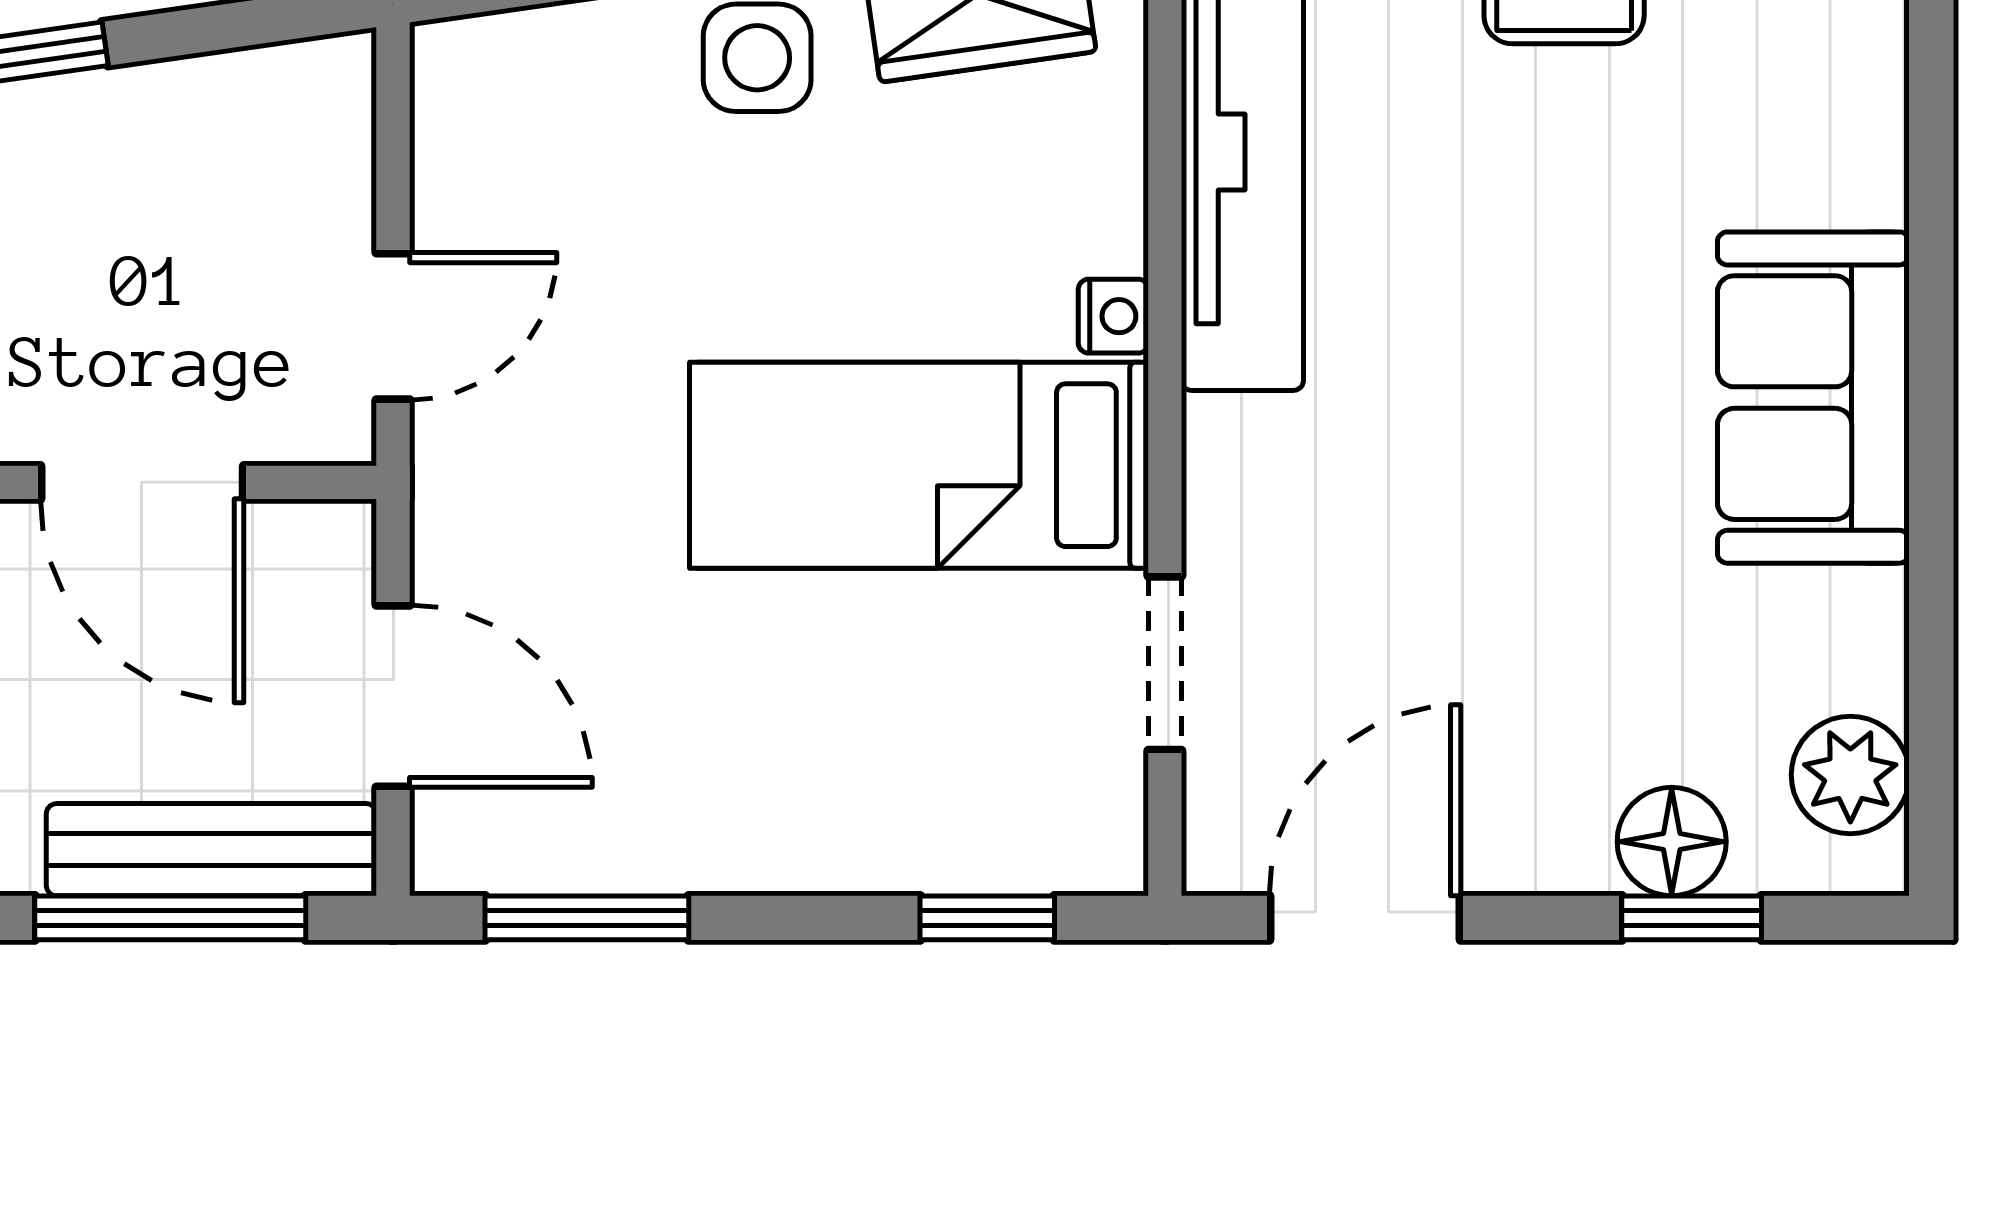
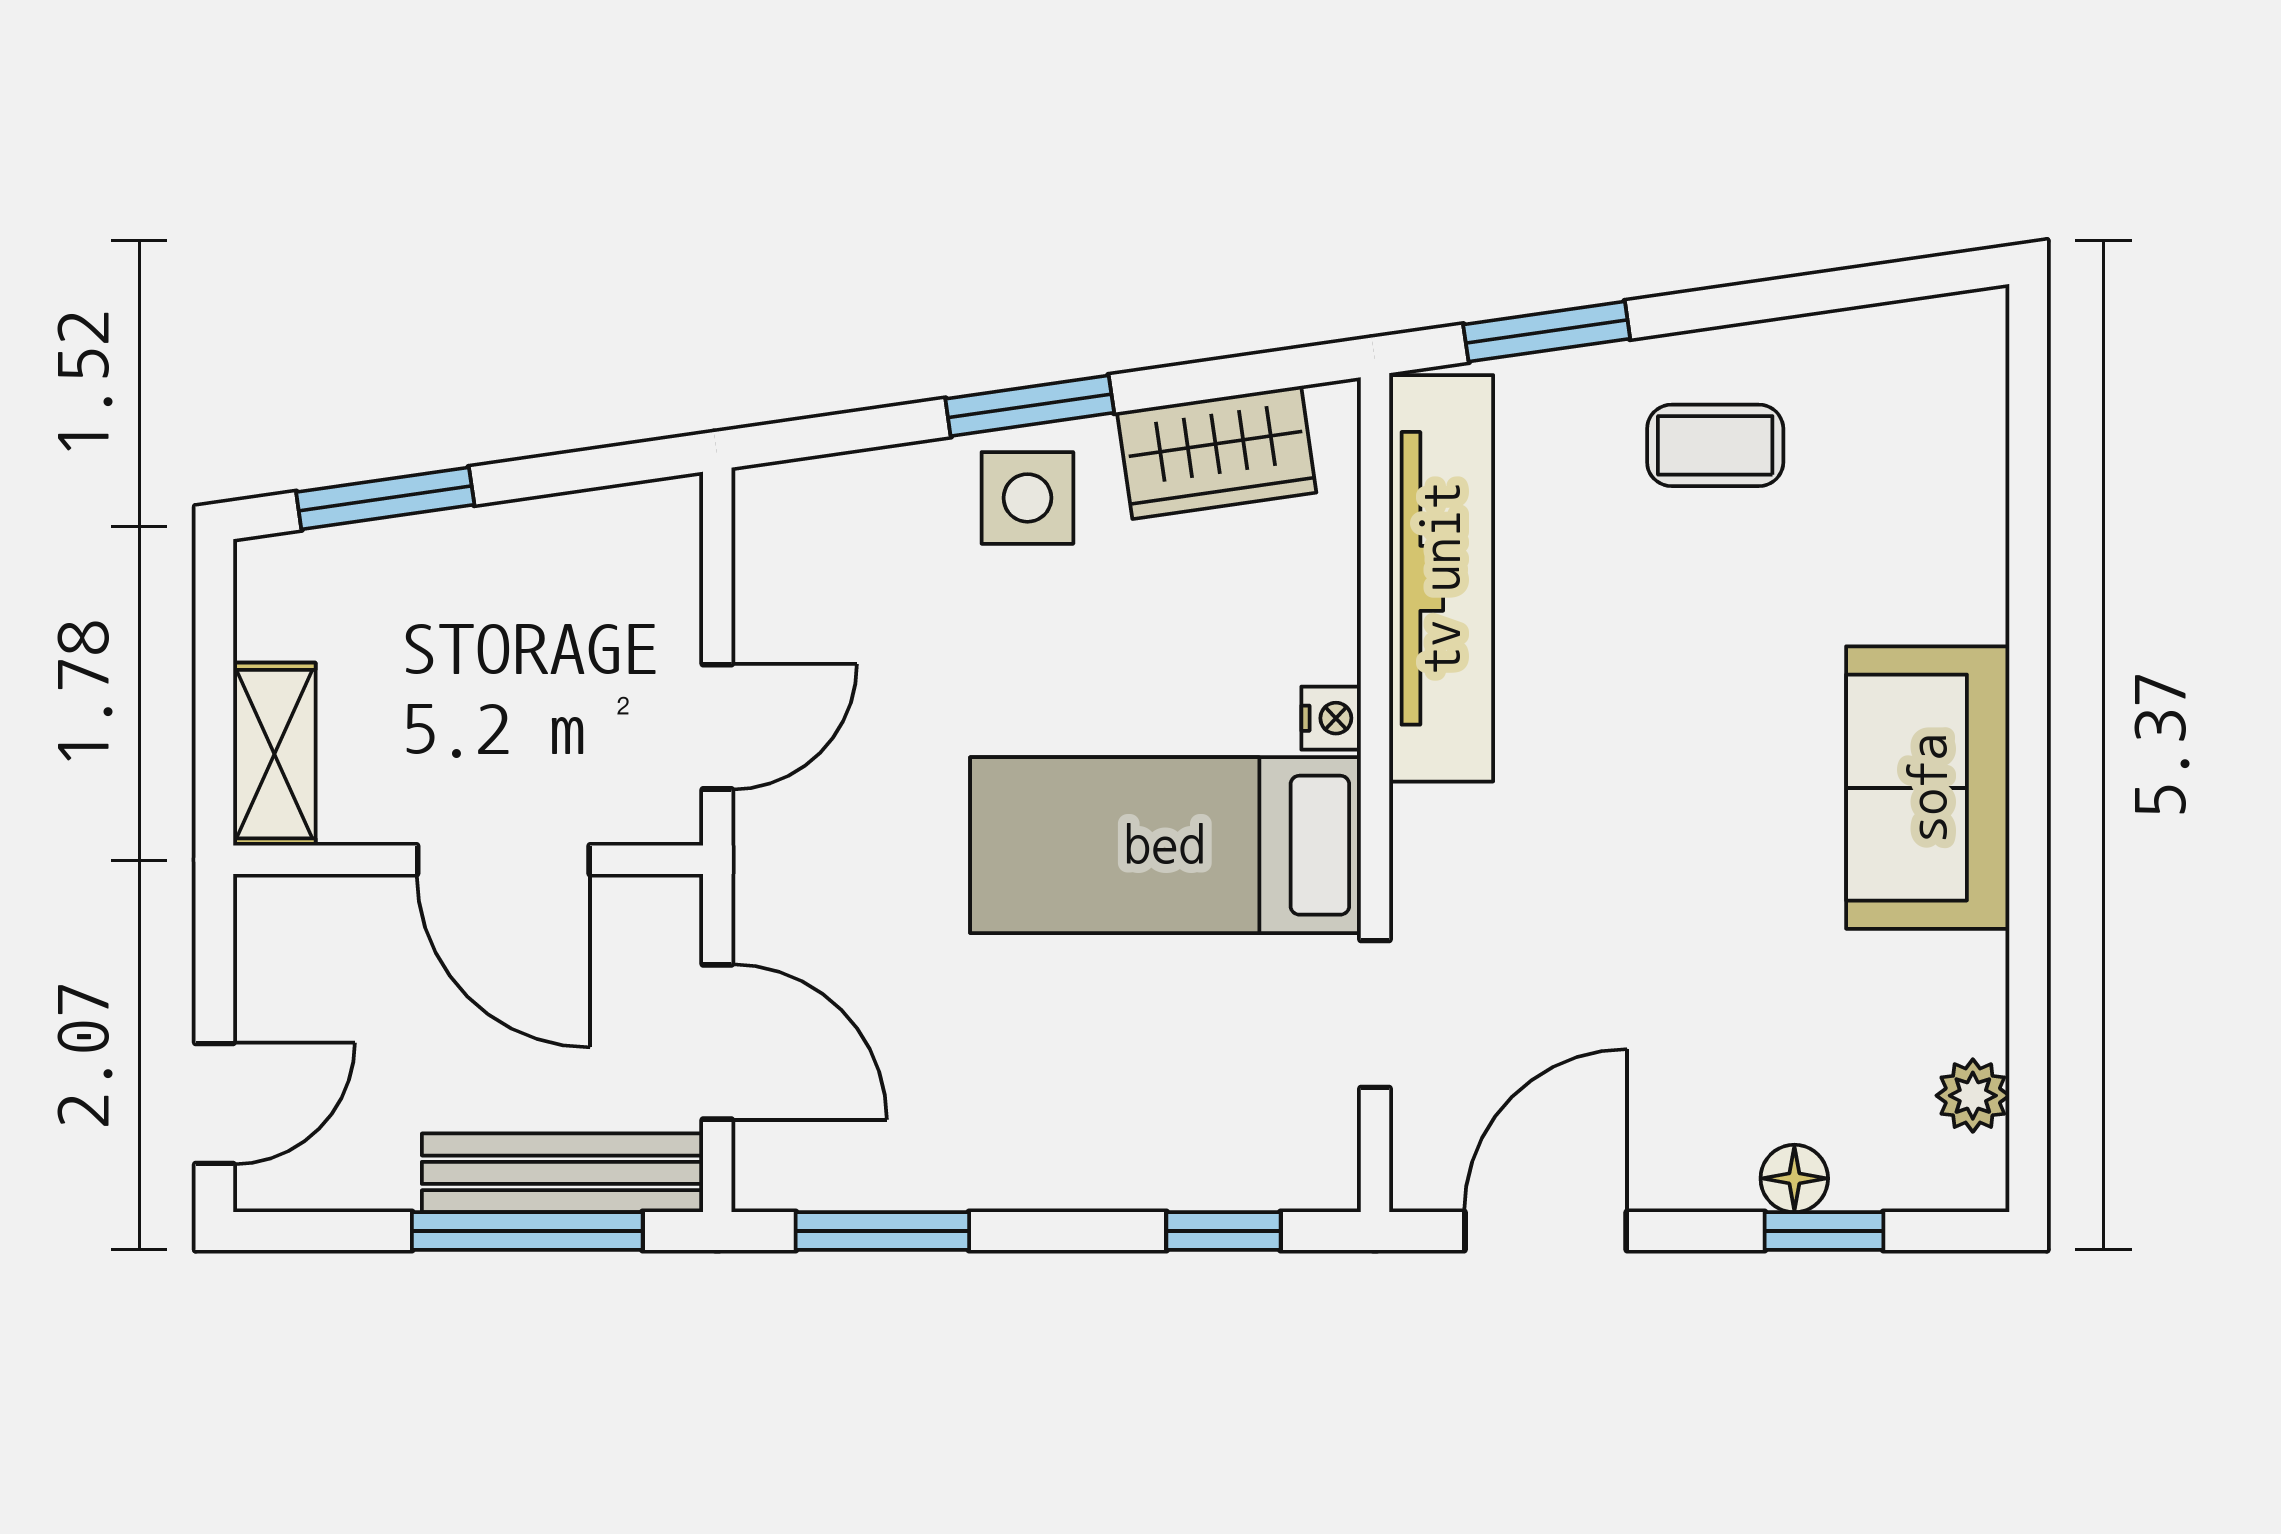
plant: (1850, 775) -> (1973, 1096), width x0.73, depth x0.73
floor lamp: (1672, 842) -> (1794, 1178), width x0.73, depth x0.73

